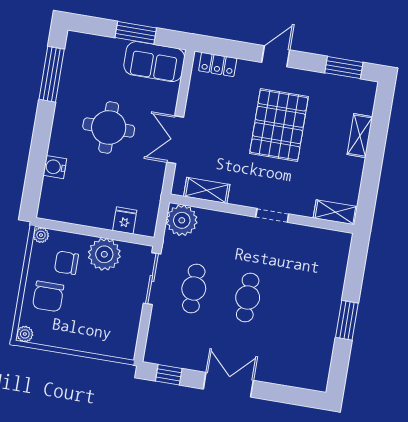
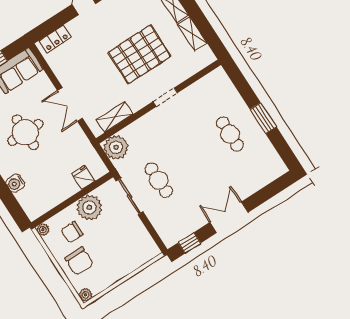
pallet: (279, 125) -> (139, 54), moved, turned 90
shelving: (335, 212) -> (192, 34), moved, turned 90
cafe table: (248, 298) -> (230, 134), moved

